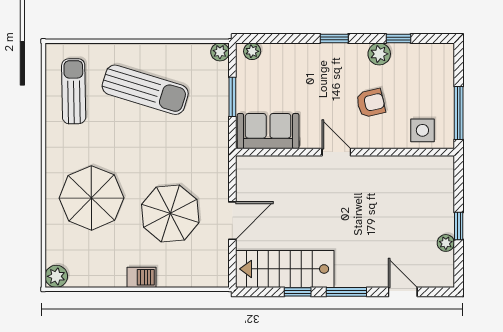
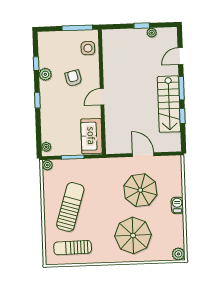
stairs: (285, 269) -> (169, 104), moved

